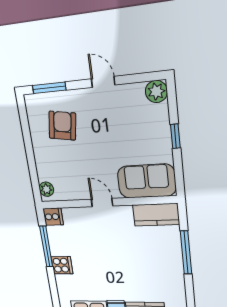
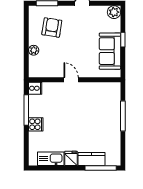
sofa: (147, 181) -> (110, 51), moved, turned -90
plant: (46, 189) -> (34, 50), moved
kitchen counter: (156, 215) -> (106, 89), removed

